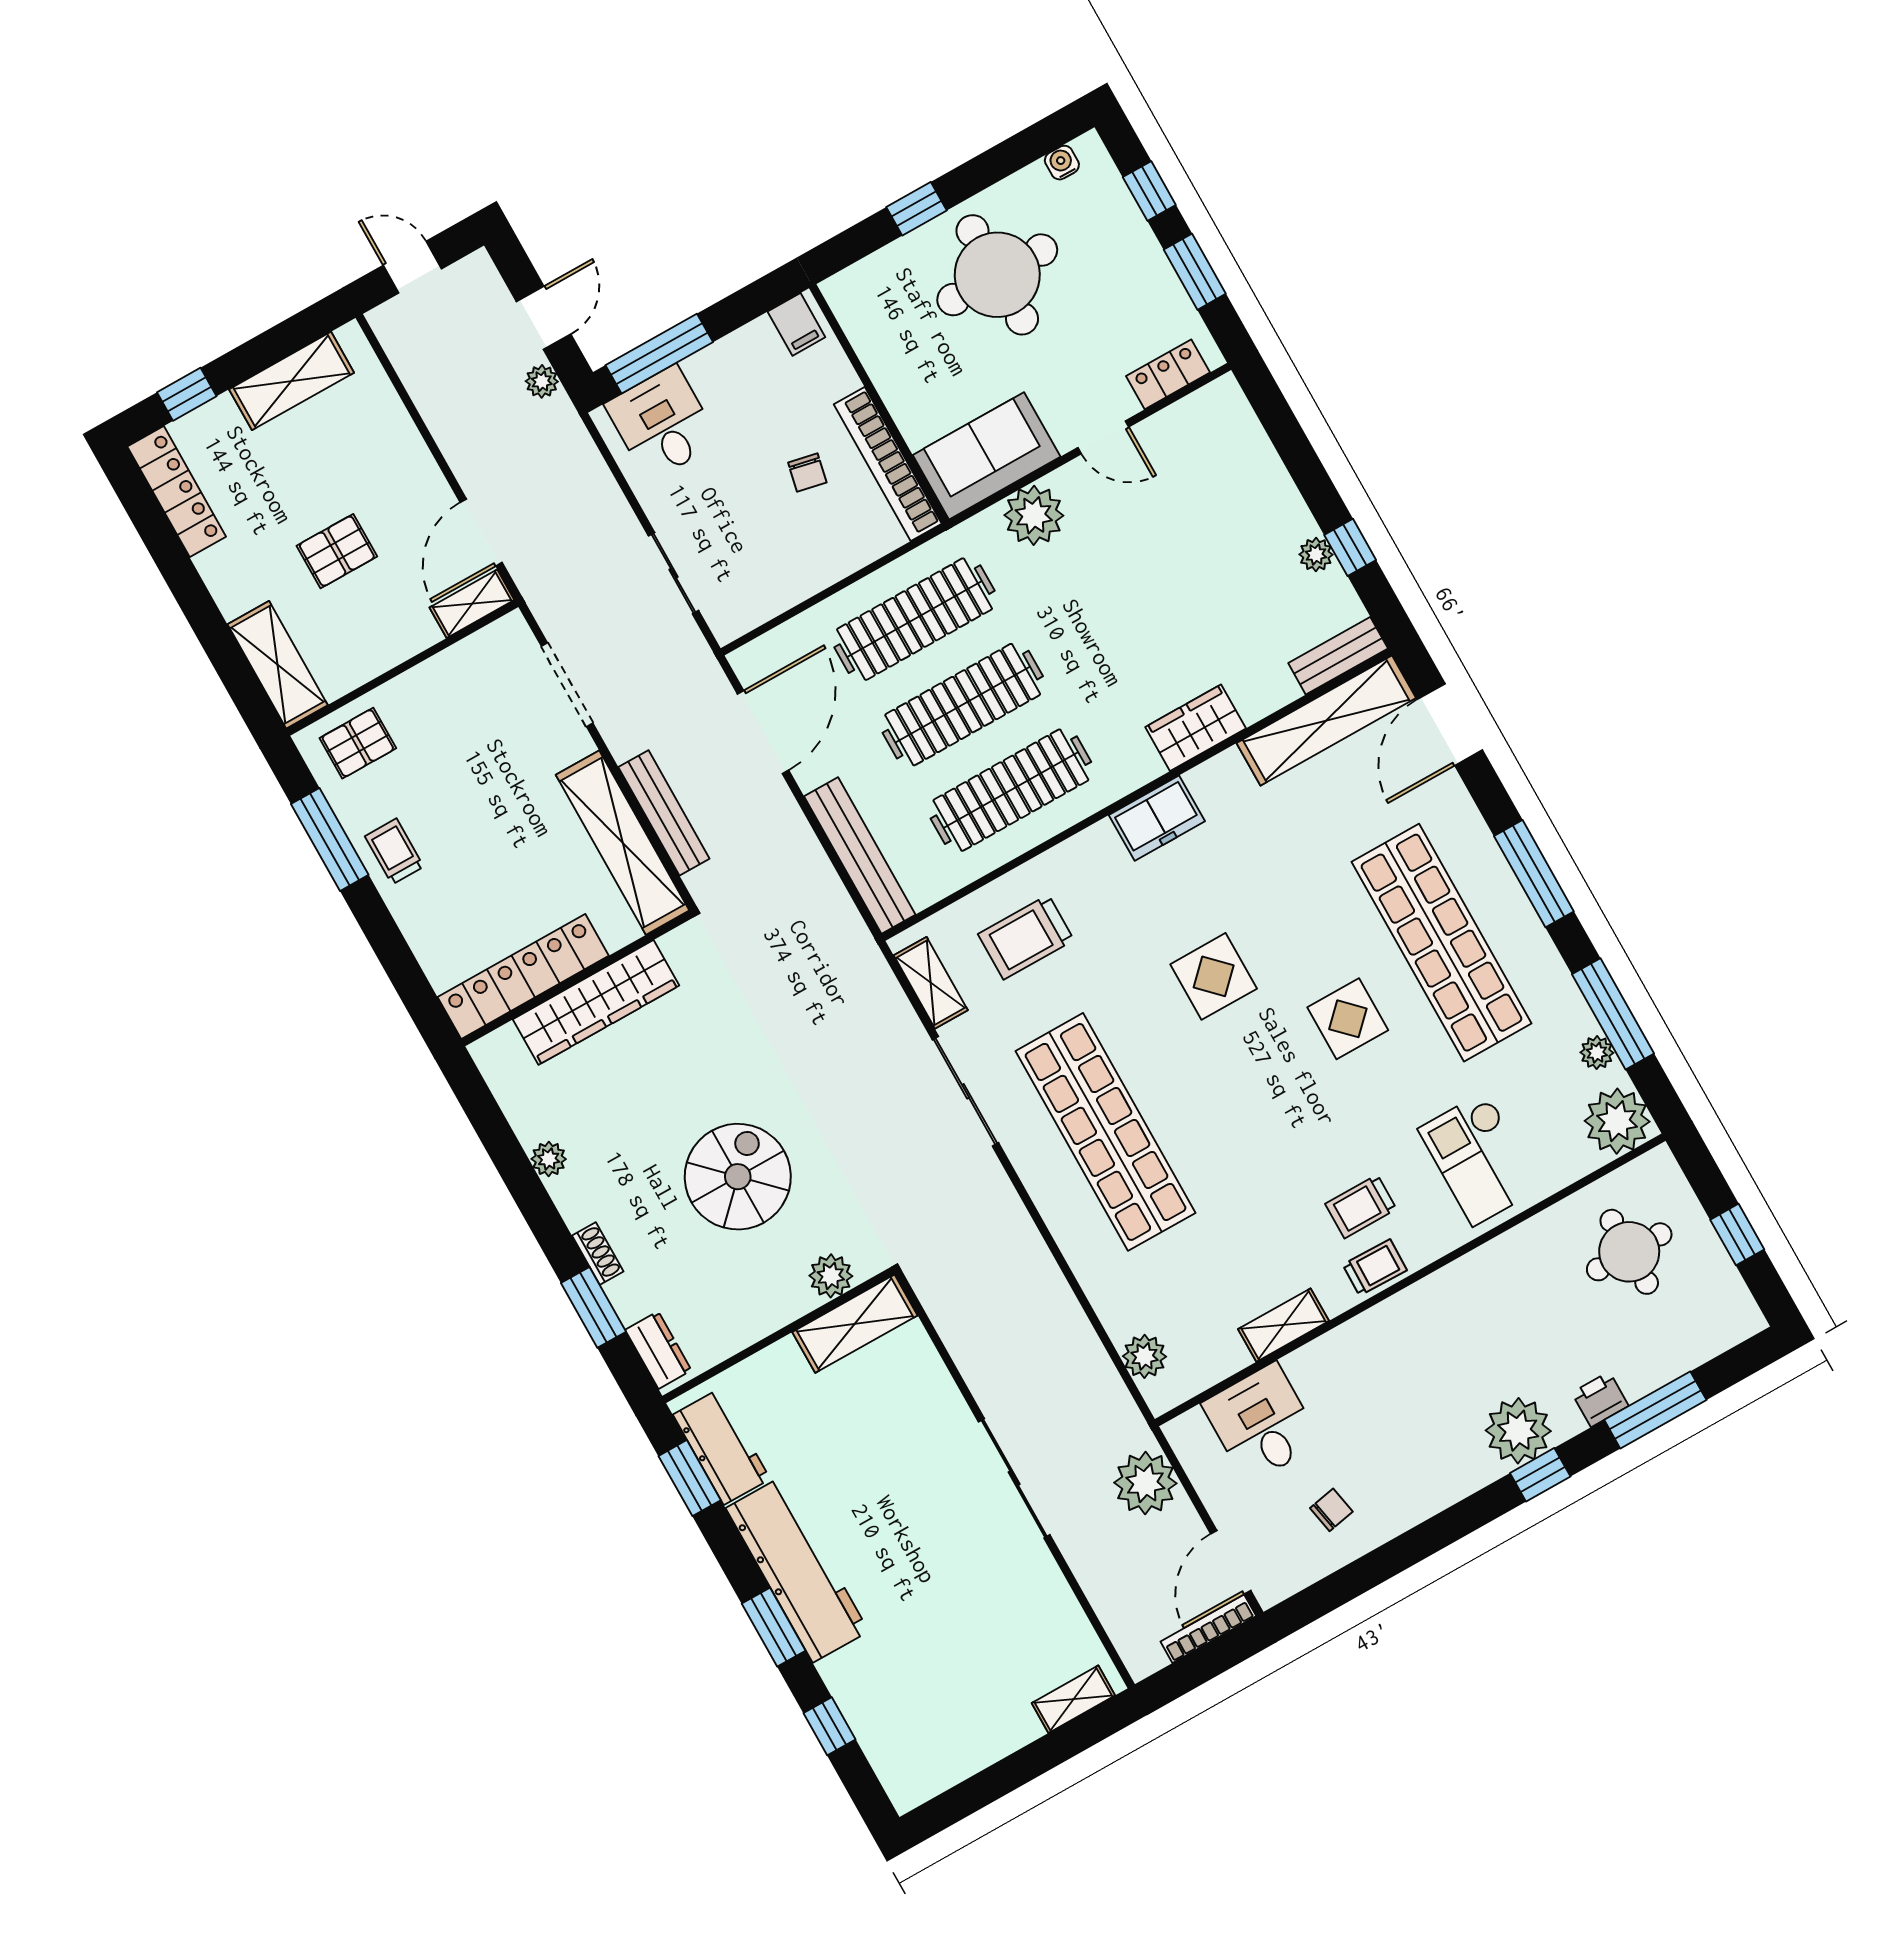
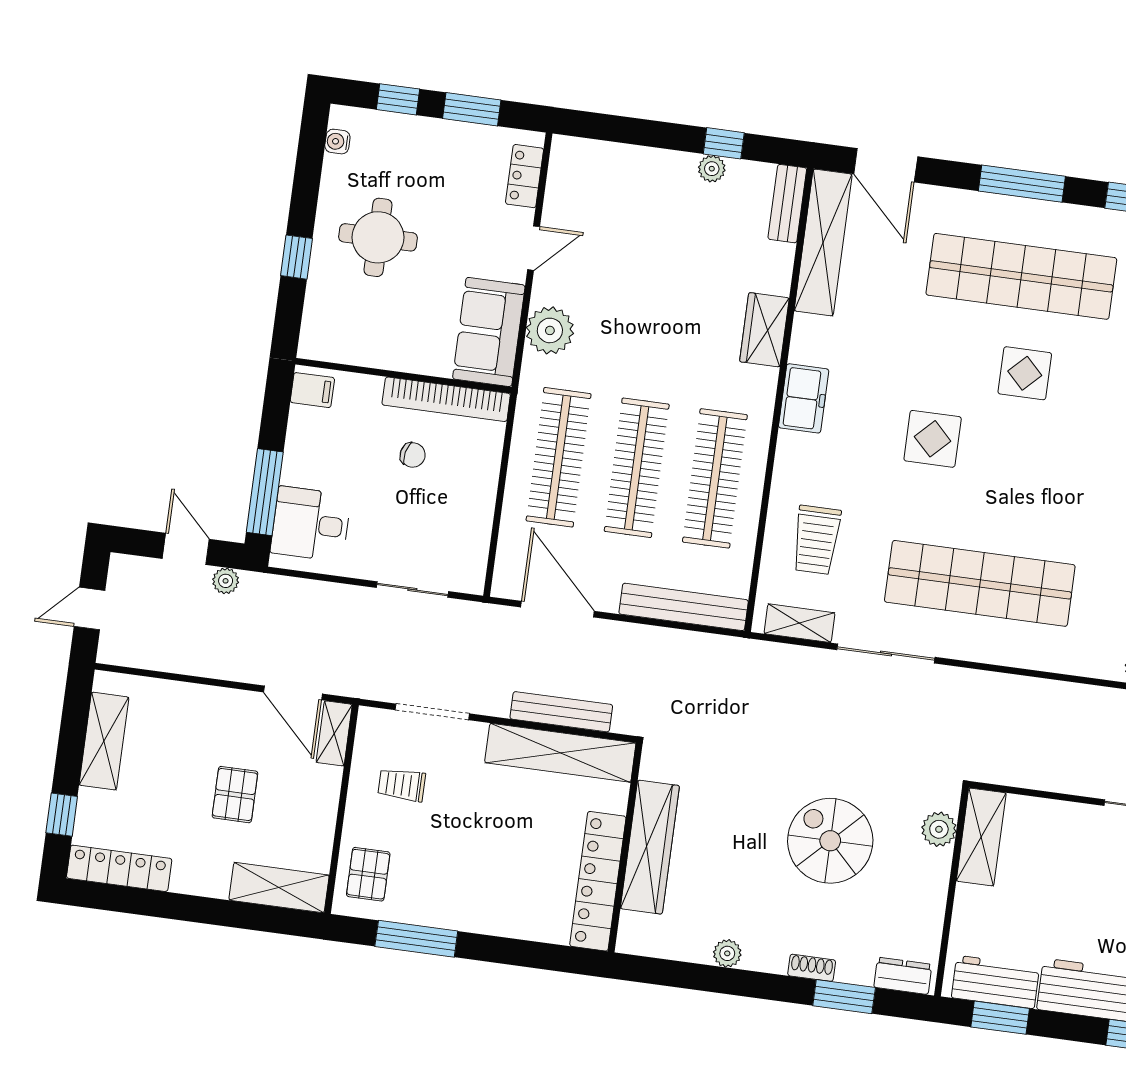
round table: (997, 275) -> (378, 237), width x0.73, depth x0.73
trolley: (394, 851) -> (402, 785), moved

